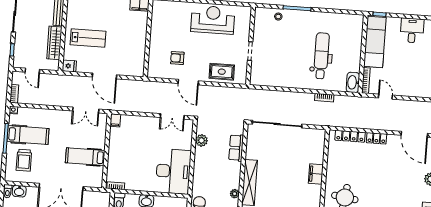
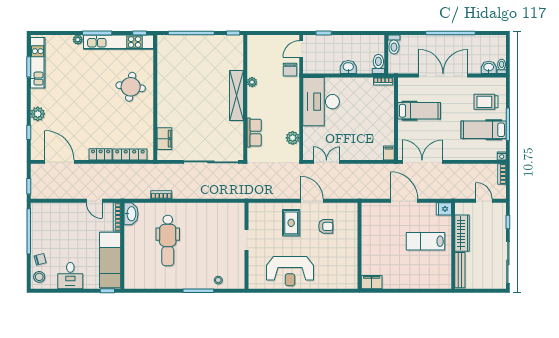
rug: (222, 72) -> (291, 223), moved, turned 90
double door: (86, 110) -> (422, 162), width x1.37
trolley: (24, 160) -> (486, 102), turned -90
filing cabinet: (316, 174) -> (164, 139), moved

